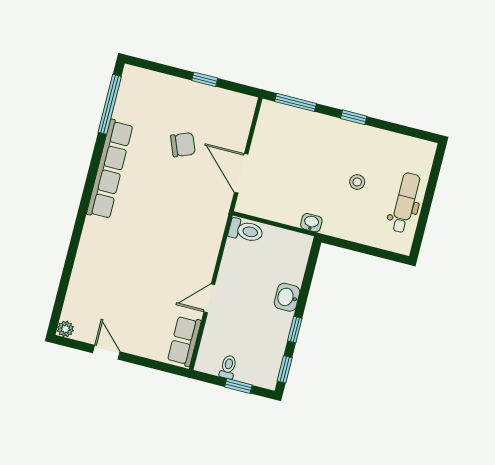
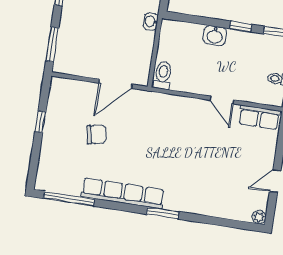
chair: (183, 145) -> (96, 134), turned 102
window: (82, 214) -> (163, 213), added

